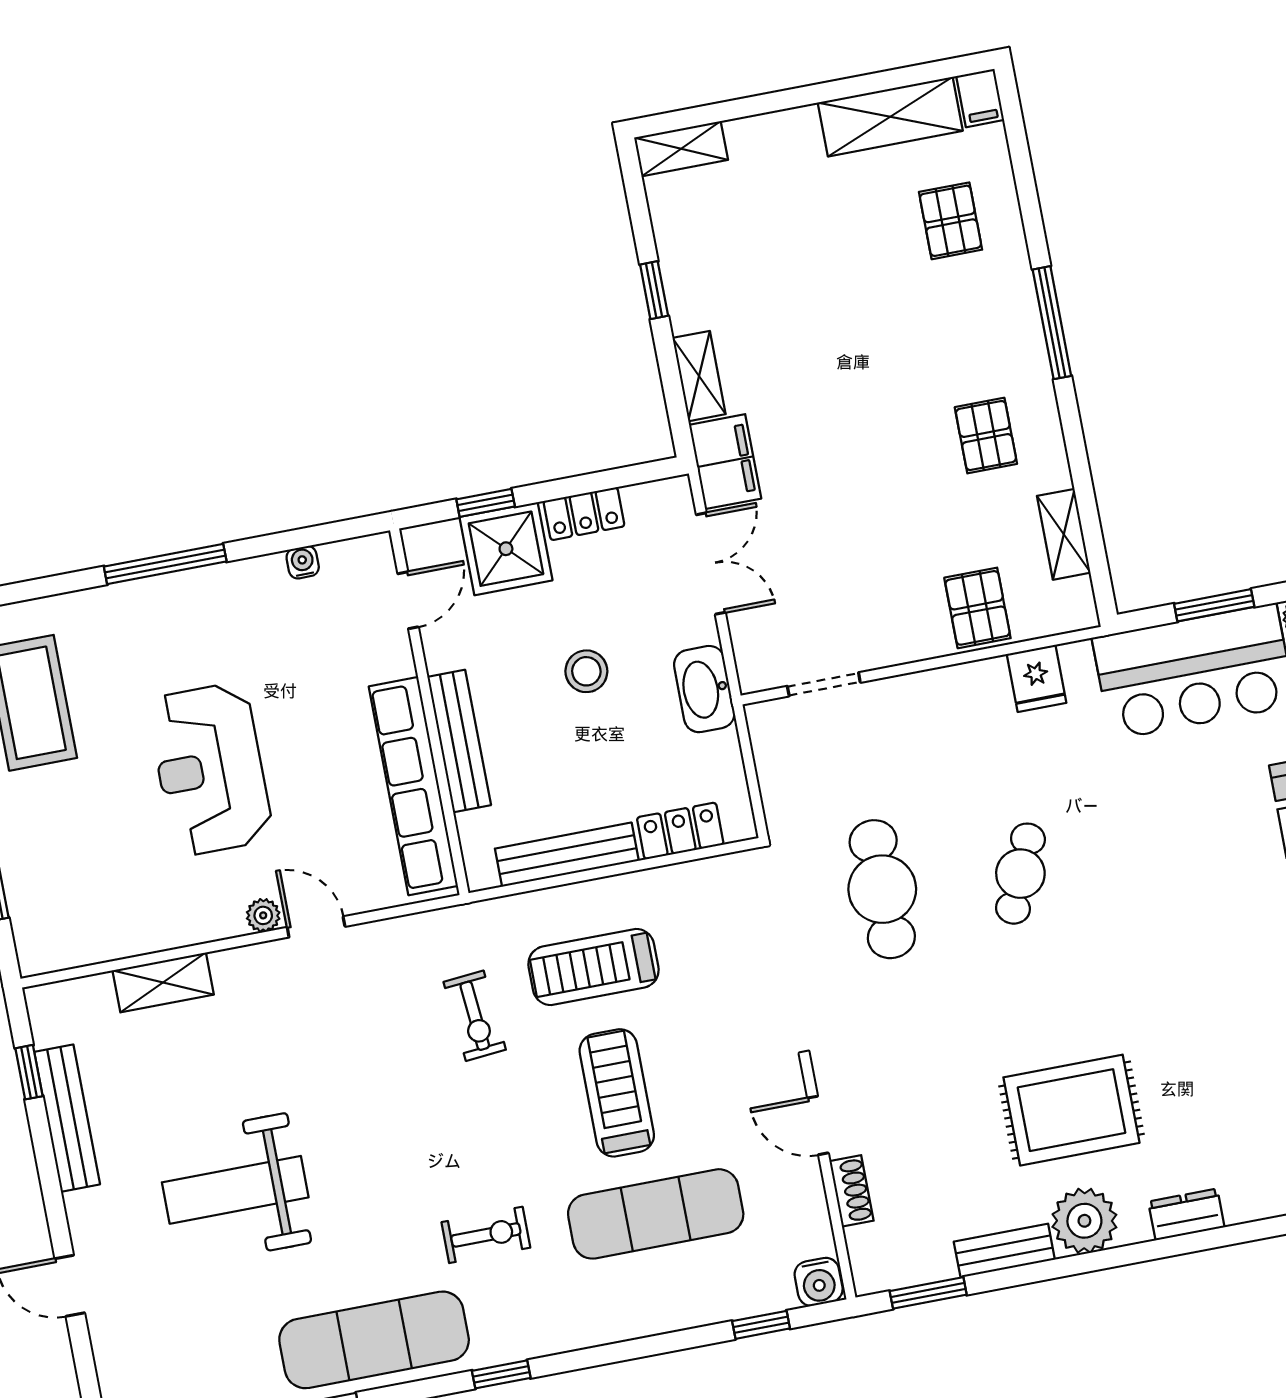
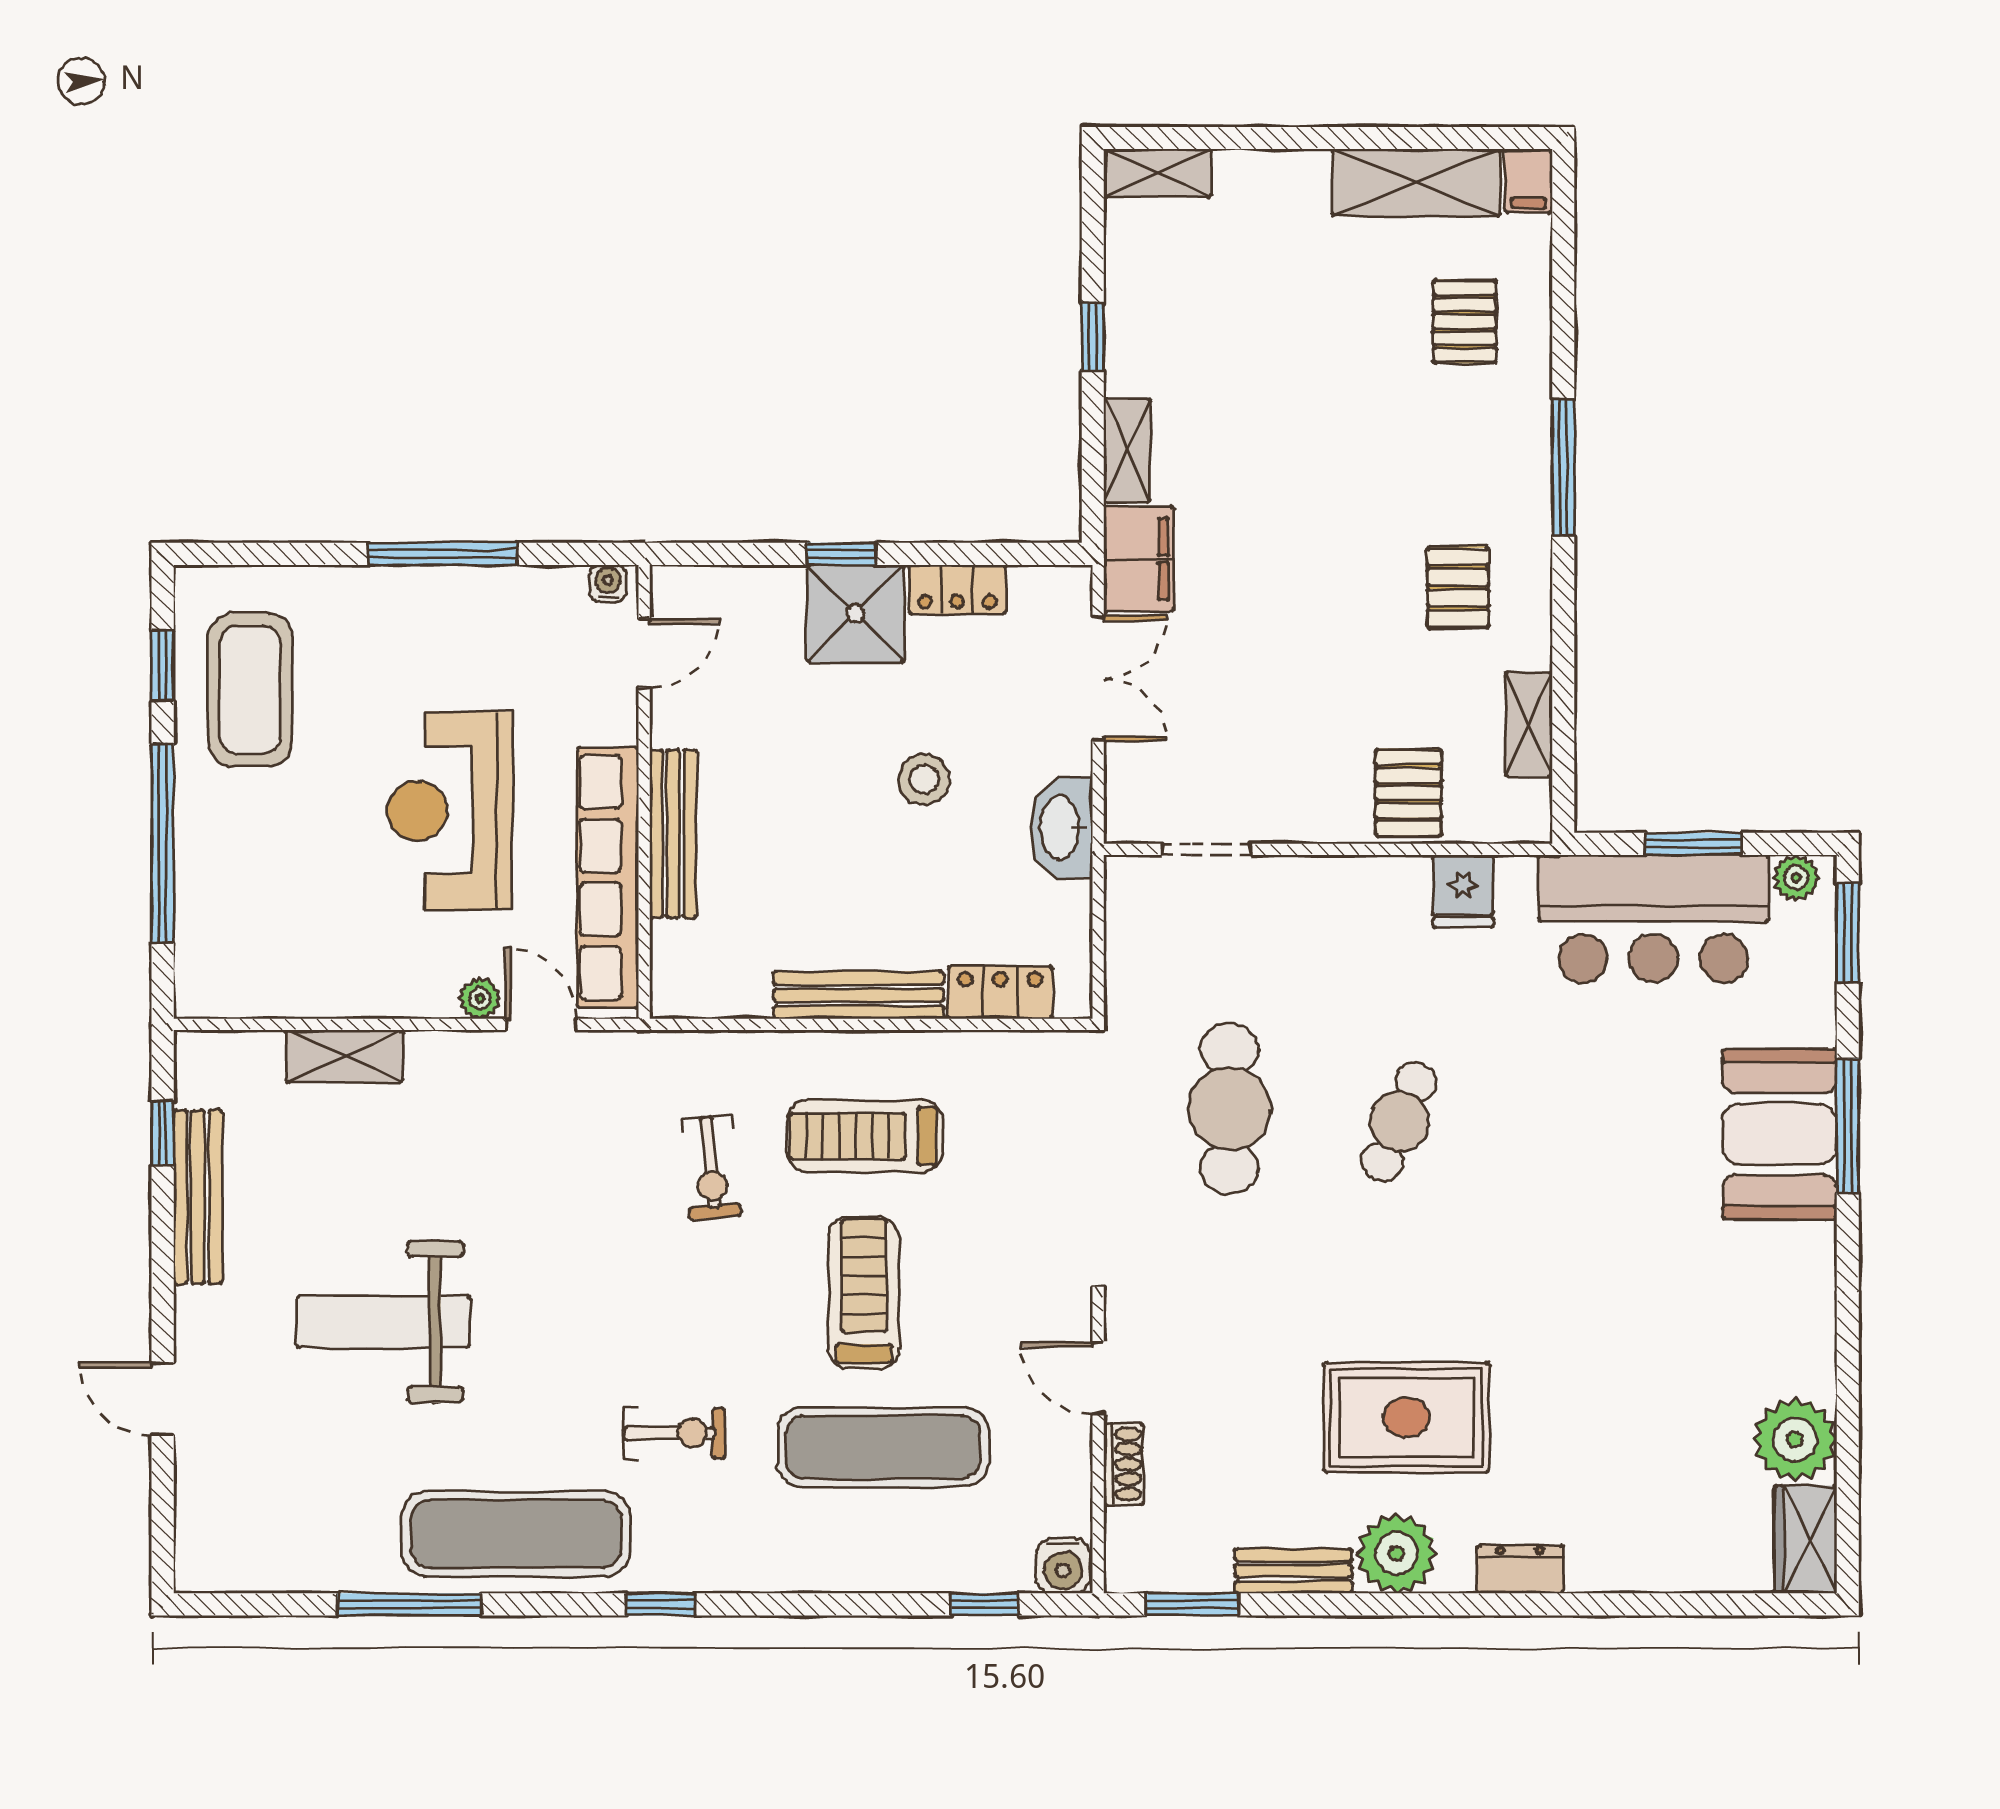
door: (408, 600) -> (644, 653), moved
wall: (429, 712) -> (644, 792), moved
bench: (459, 741) -> (673, 834), moved
row of seats: (413, 786) -> (608, 878), moved

